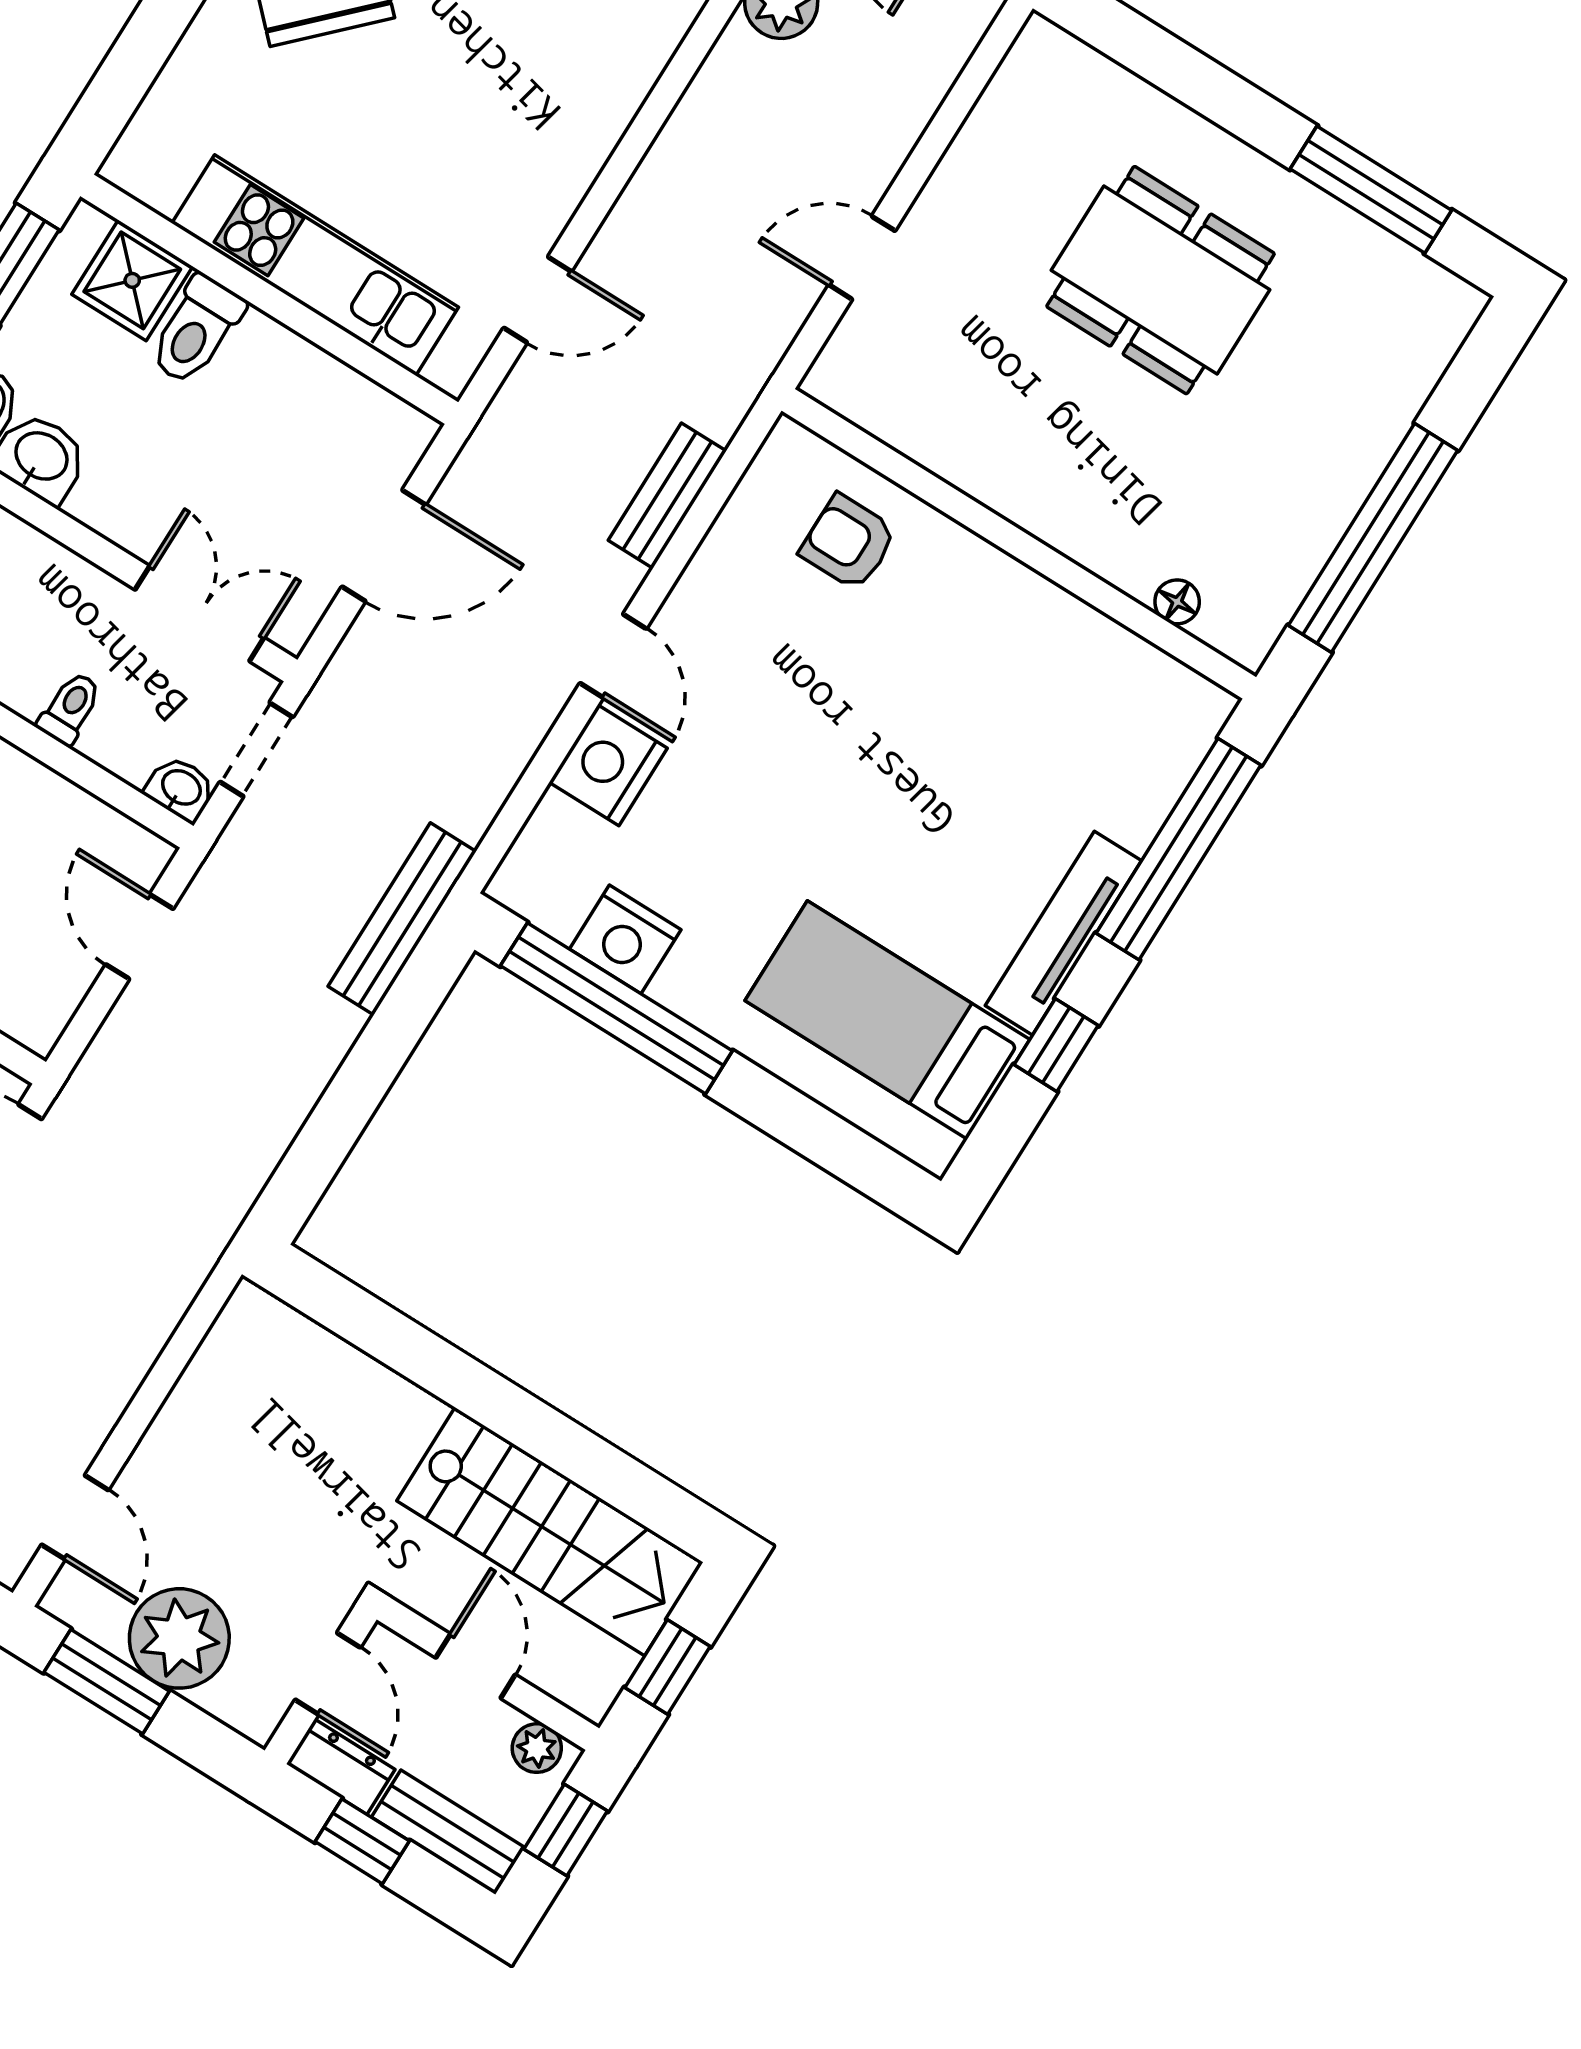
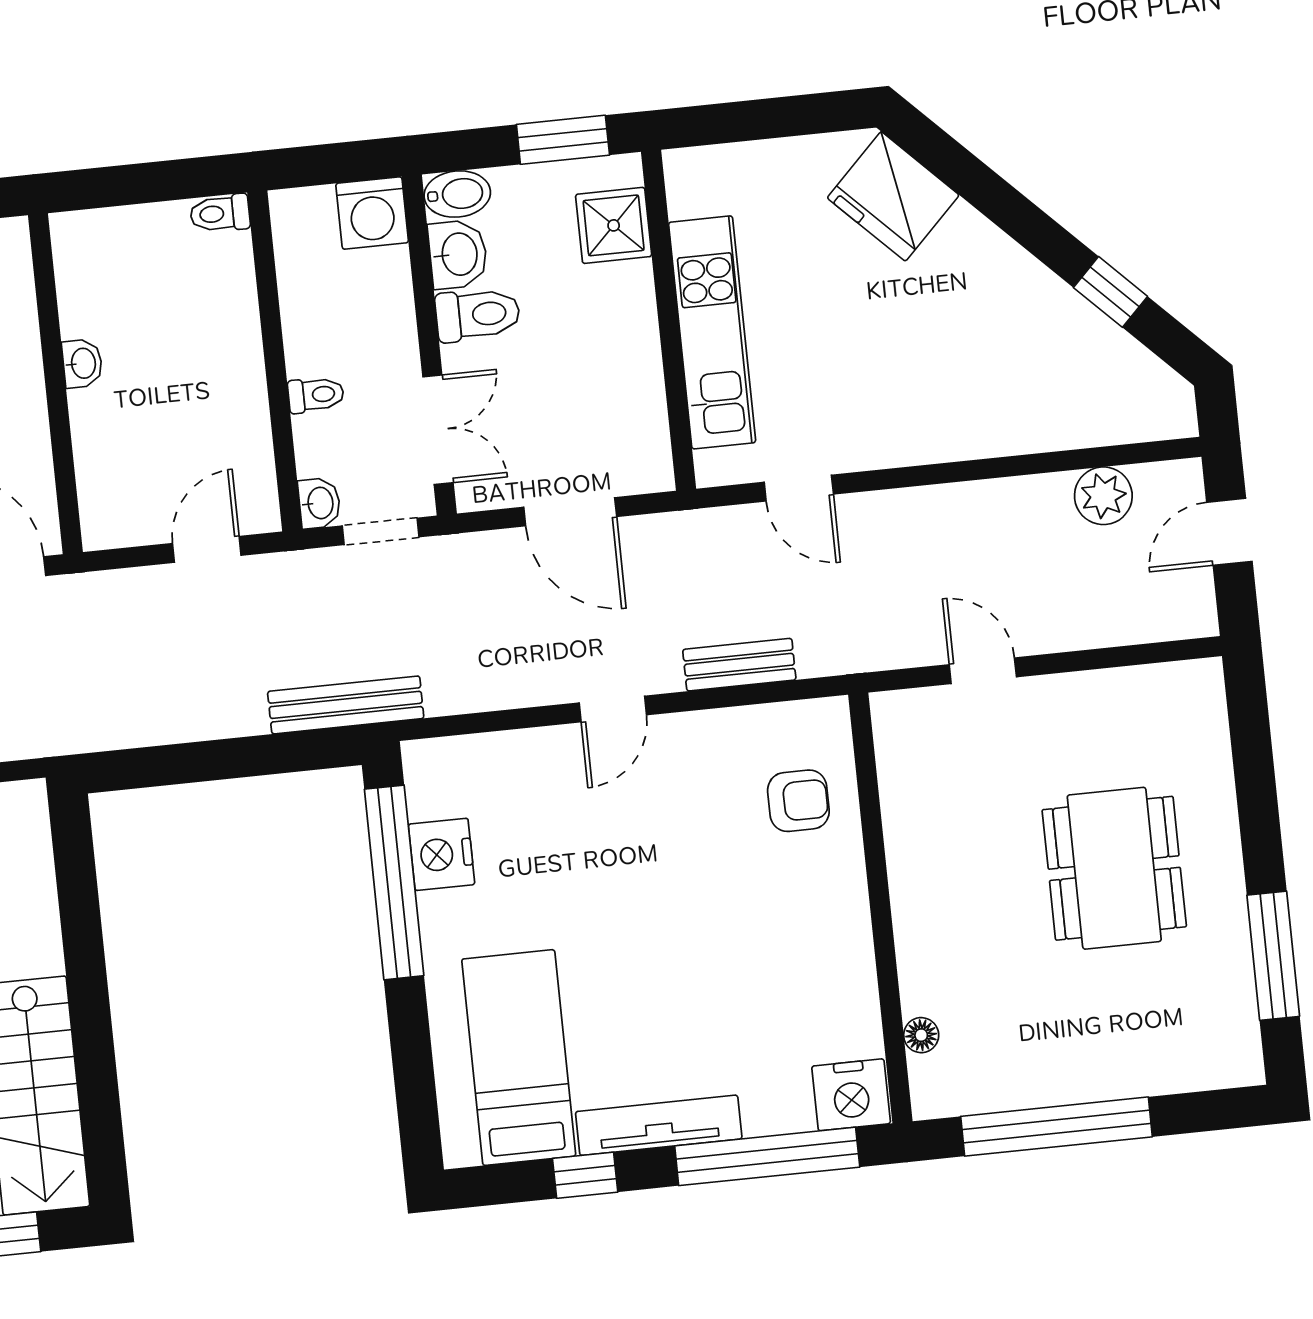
toilet: (196, 330) -> (478, 315), moved, turned 180
armchair: (848, 542) -> (798, 801), turned 90
nightstand: (608, 765) -> (851, 1095), moved, turned 180

